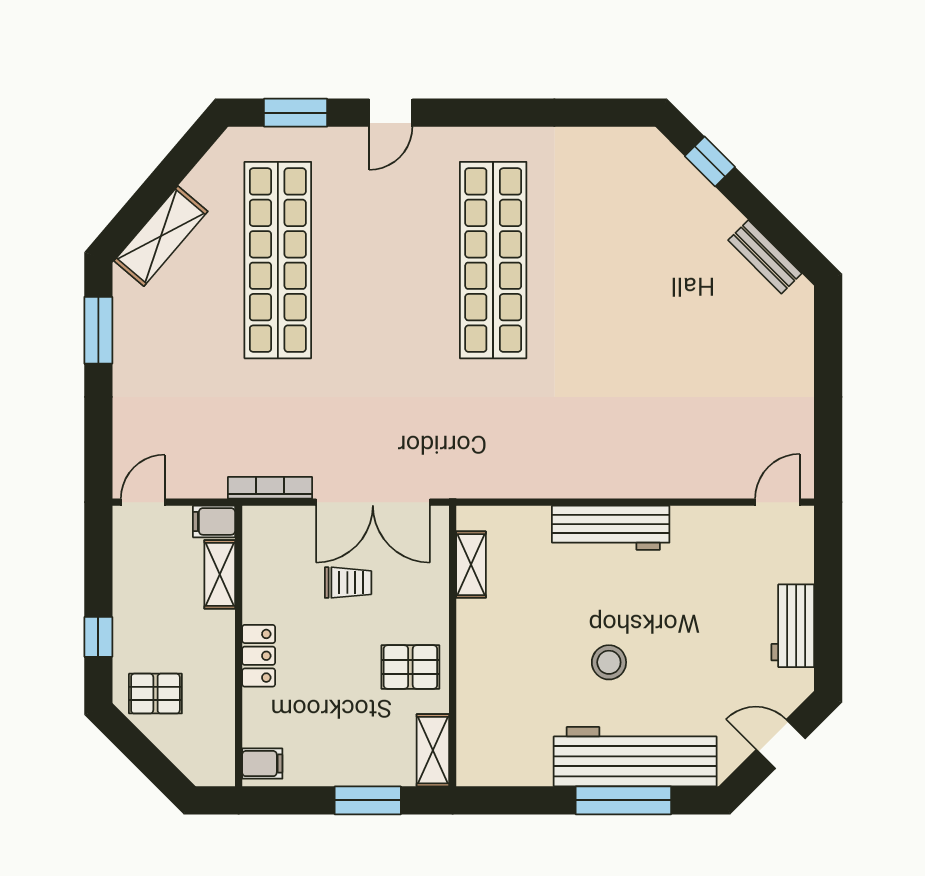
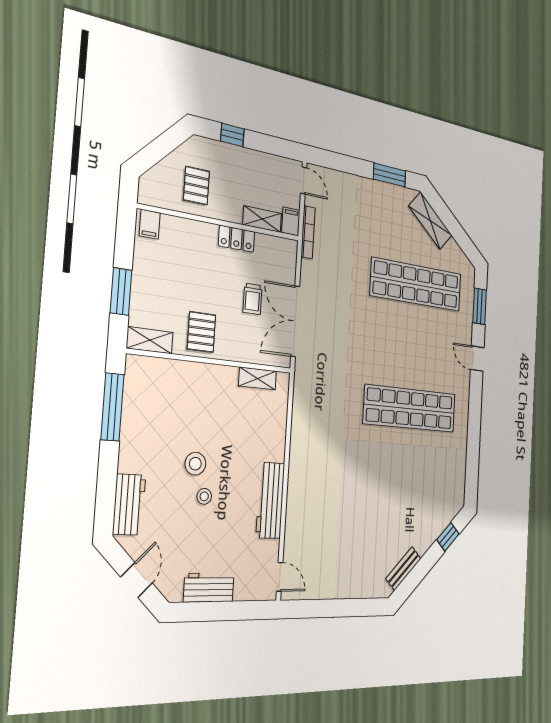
bookcase: (270, 488) -> (308, 232), moved
workbench: (611, 528) -> (270, 500), moved
stool: (657, 644) -> (204, 496), added
locker: (259, 656) -> (237, 239), moved
pallet: (155, 694) -> (196, 186), moved
workbench: (635, 757) -> (129, 505), width x0.53, depth x0.76
window: (623, 800) -> (112, 407), moved

